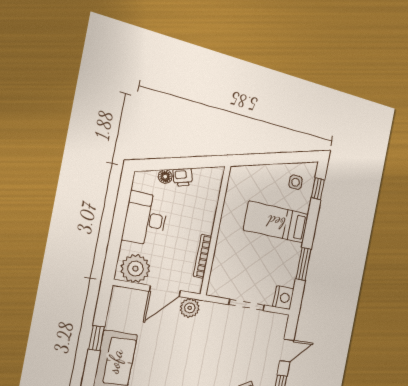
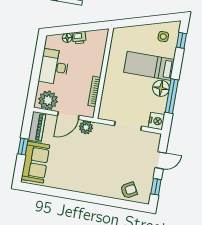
floor lamp: (290, 253) -> (161, 88), added
window: (303, 264) -> (172, 96), width x1.44
piano: (118, 308) -> (37, 127), added

